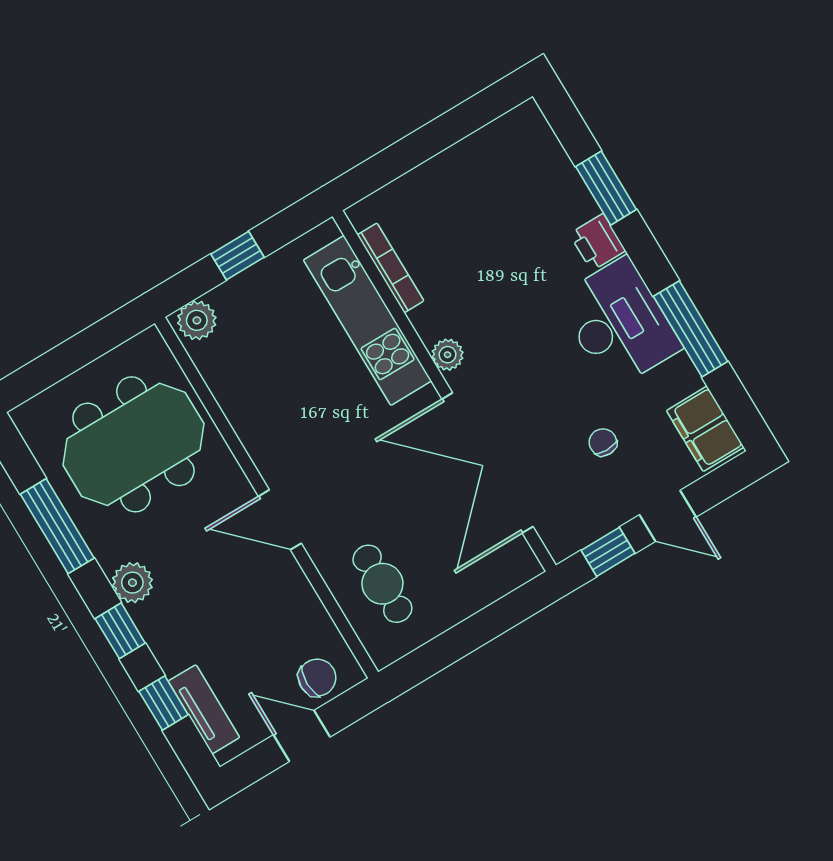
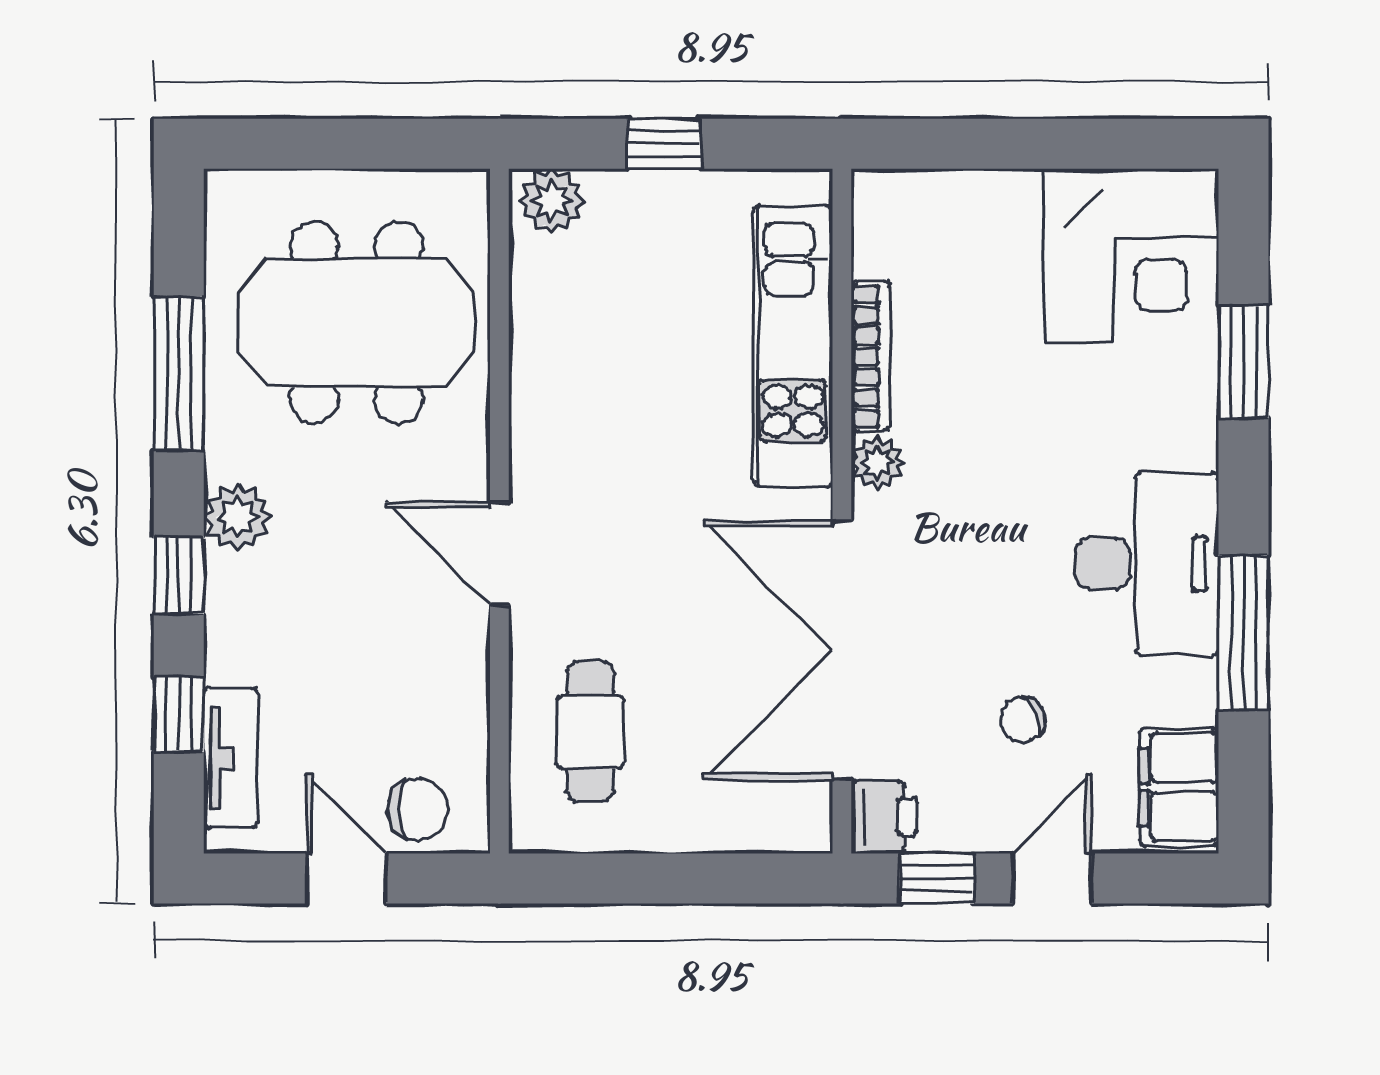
corner desk: (515, 168) -> (1131, 256), added
printer: (597, 242) -> (884, 817), moved, turned 180
bookcase: (391, 268) -> (870, 356), moved
chair: (603, 442) -> (1023, 719), turned -112
door: (668, 516) -> (1052, 878), swing flipped

